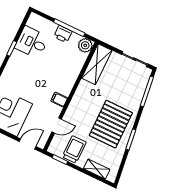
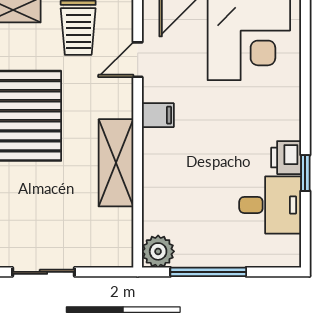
printer: (63, 34) -> (286, 158), moved, turned -90
shelving: (97, 64) -> (116, 163), moved

